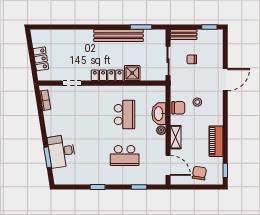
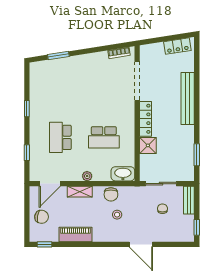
bench: (119, 36) -> (188, 98), moved
locker: (41, 59) -> (177, 46), moved
doorway: (72, 83) -> (137, 81), width x1.88
washbasin: (159, 114) -> (123, 174), moved
desk: (62, 151) -> (65, 70), removed

